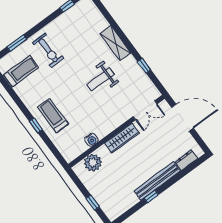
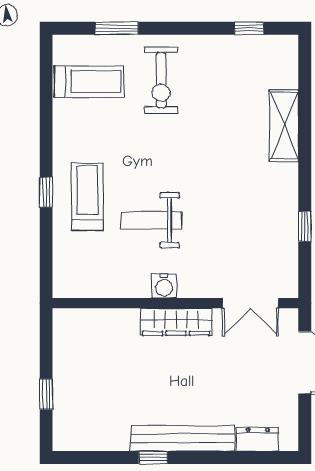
shelving: (115, 43) -> (284, 126), moved
weight bench: (100, 79) -> (151, 220), moved
water cooler: (91, 140) -> (164, 286), moved
plant: (93, 163) -> (96, 327), removed

